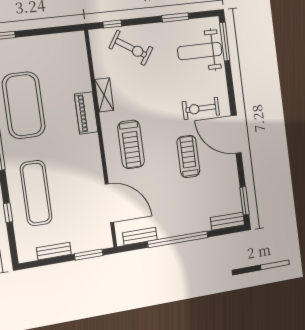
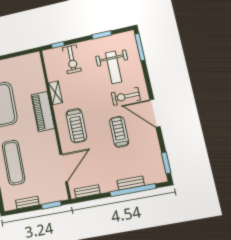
exercise bike: (131, 48) -> (72, 59), turned 57
weight bench: (200, 51) -> (114, 67), moved, turned -90
piano: (86, 113) -> (43, 112), width x1.37, depth x1.33
door: (109, 203) -> (64, 168), hinge flipped
bench: (227, 221) -> (131, 183), moved
window: (178, 239) -> (133, 190), moved

